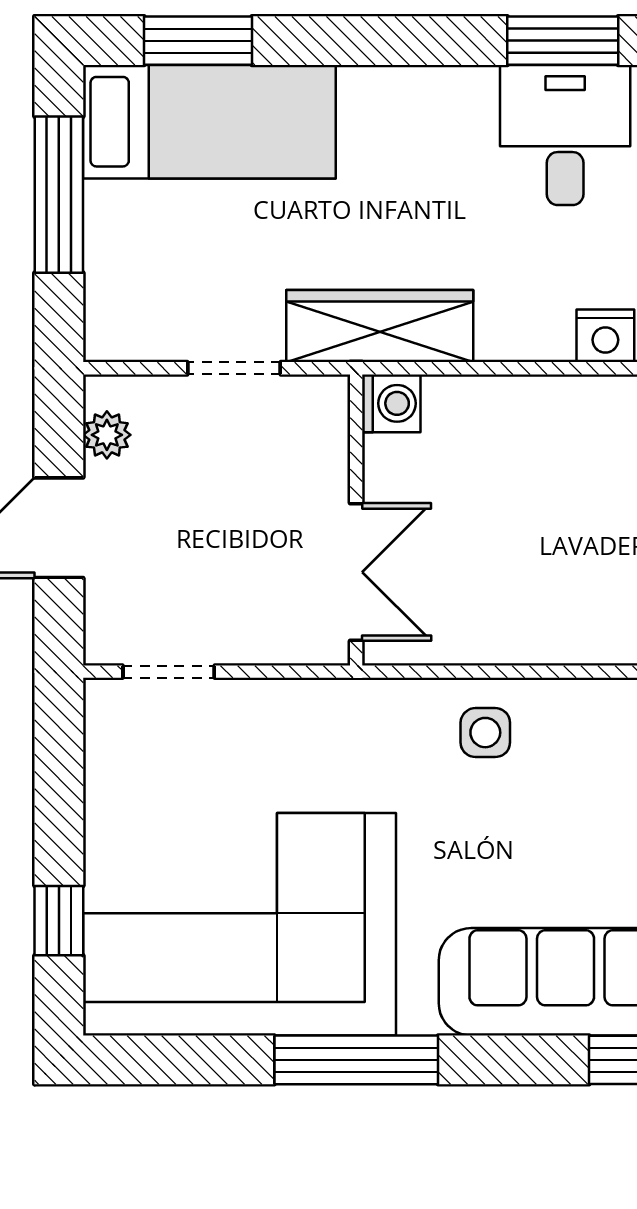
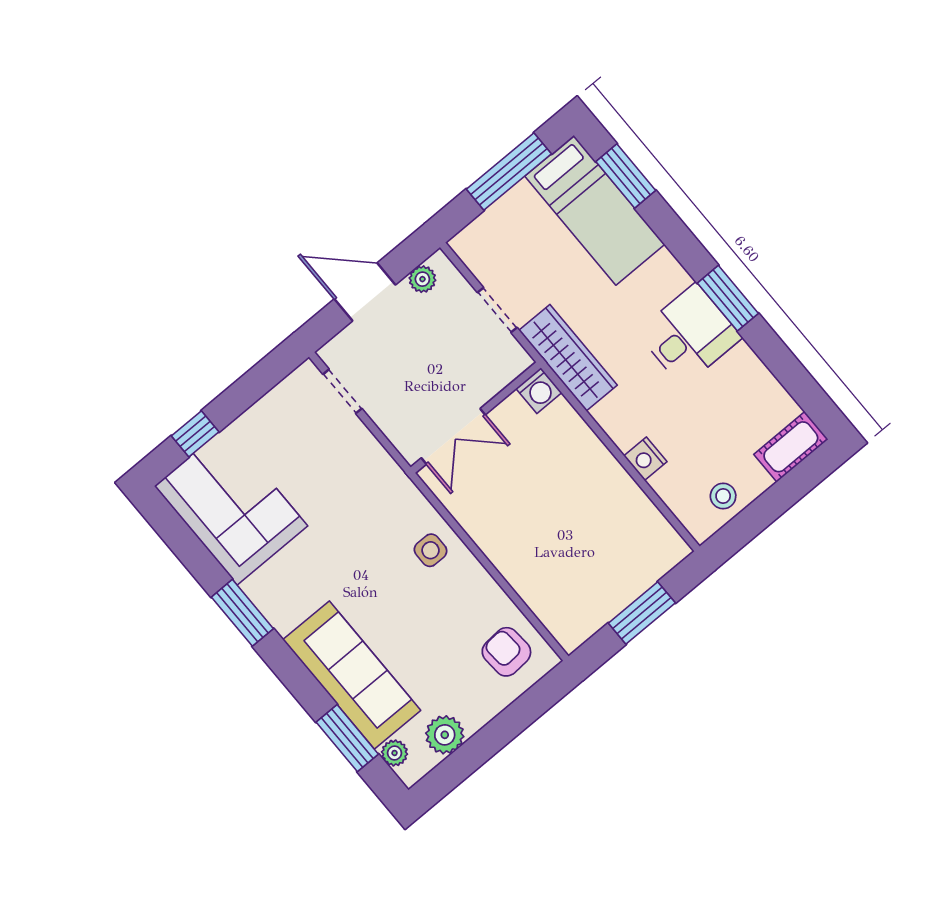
window: (563, 41) -> (728, 298), moved
desk: (565, 135) -> (689, 335), moved
corner sofa: (239, 924) -> (231, 506), width x0.73, depth x0.74
window: (356, 1060) -> (242, 613), width x0.69

